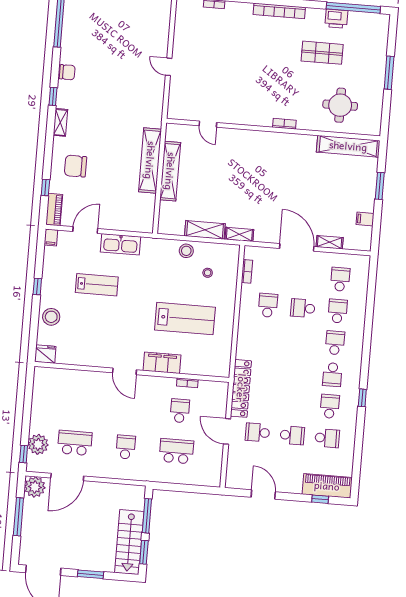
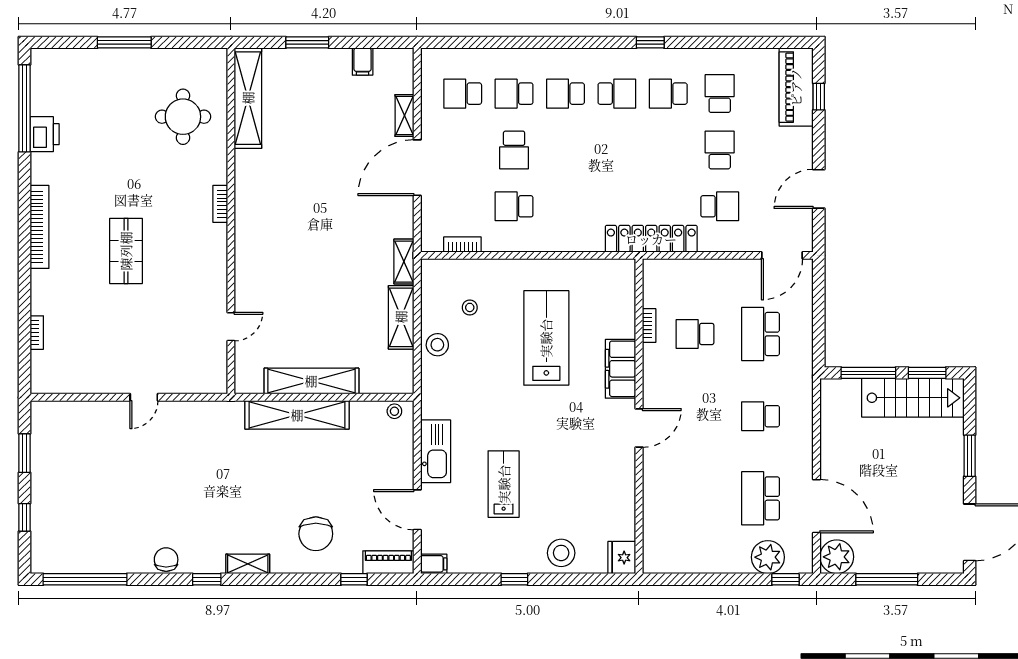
shop shelf: (322, 53) -> (126, 251), moved
stool: (147, 221) -> (394, 411), added
door: (227, 431) -> (782, 255), moved
school desk: (257, 432) -> (720, 206), turned -90

